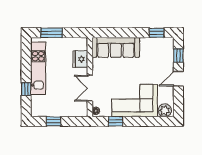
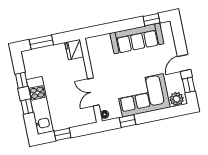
sofa: (116, 47) -> (137, 38), moved
window: (178, 56) -> (189, 85), moved
fridge: (80, 59) -> (74, 50), moved
window: (26, 64) -> (22, 80), added
kitchen unit: (38, 68) -> (40, 105), moved

